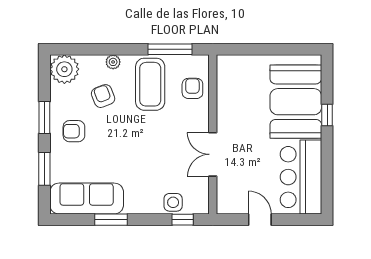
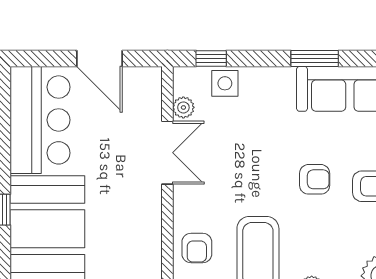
armchair: (103, 96) -> (315, 179), moved, turned -69
plant: (202, 186) -> (183, 107), added
door: (260, 220) -> (99, 58), width x1.37

